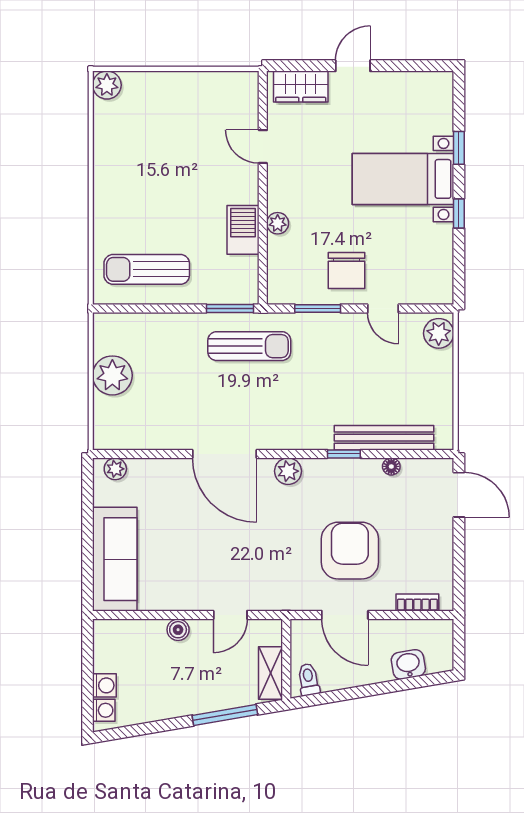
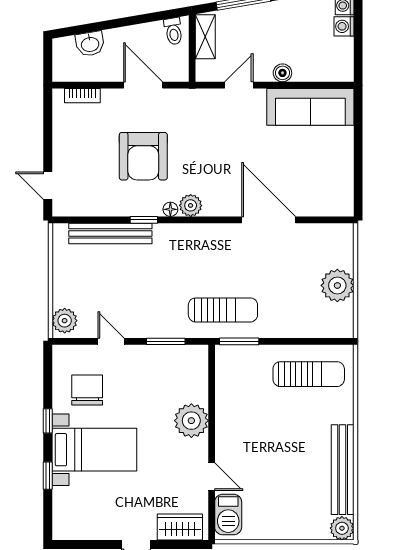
bench: (106, 155) -> (343, 470), added
plant: (278, 223) -> (191, 421), width x1.87, depth x1.87
barbecue: (243, 230) -> (228, 515), moved
chair: (346, 271) -> (87, 390), moved
sun lounger: (249, 346) -> (223, 310), turned 180
door: (224, 454) -> (269, 220), moved
floor lamp: (391, 466) -> (170, 209), moved
plant: (115, 469) -> (335, 207), removed
door: (459, 495) -> (48, 186), width x0.73
armchair: (350, 551) -> (143, 156), moved
sofa: (115, 559) -> (310, 107), moved, turned -90

